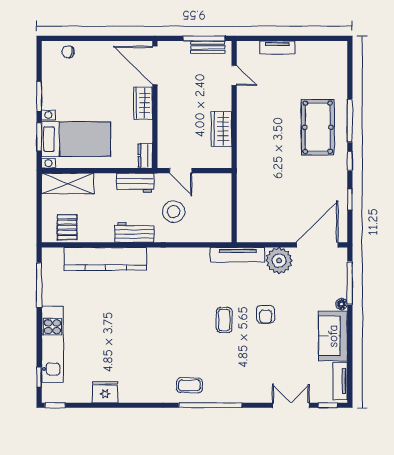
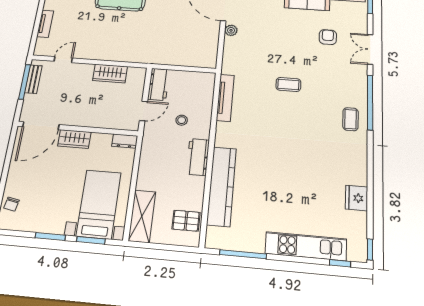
workbench: (135, 183) -> (159, 84), moved
stool: (174, 212) -> (182, 120), width x0.53, depth x0.53
tv unit: (238, 255) -> (225, 98), moved
plant: (279, 261) -> (231, 30), width x0.53, depth x0.53
armchair: (266, 314) -> (328, 37), moved, turned -90
double door: (291, 405) -> (370, 49), moved

